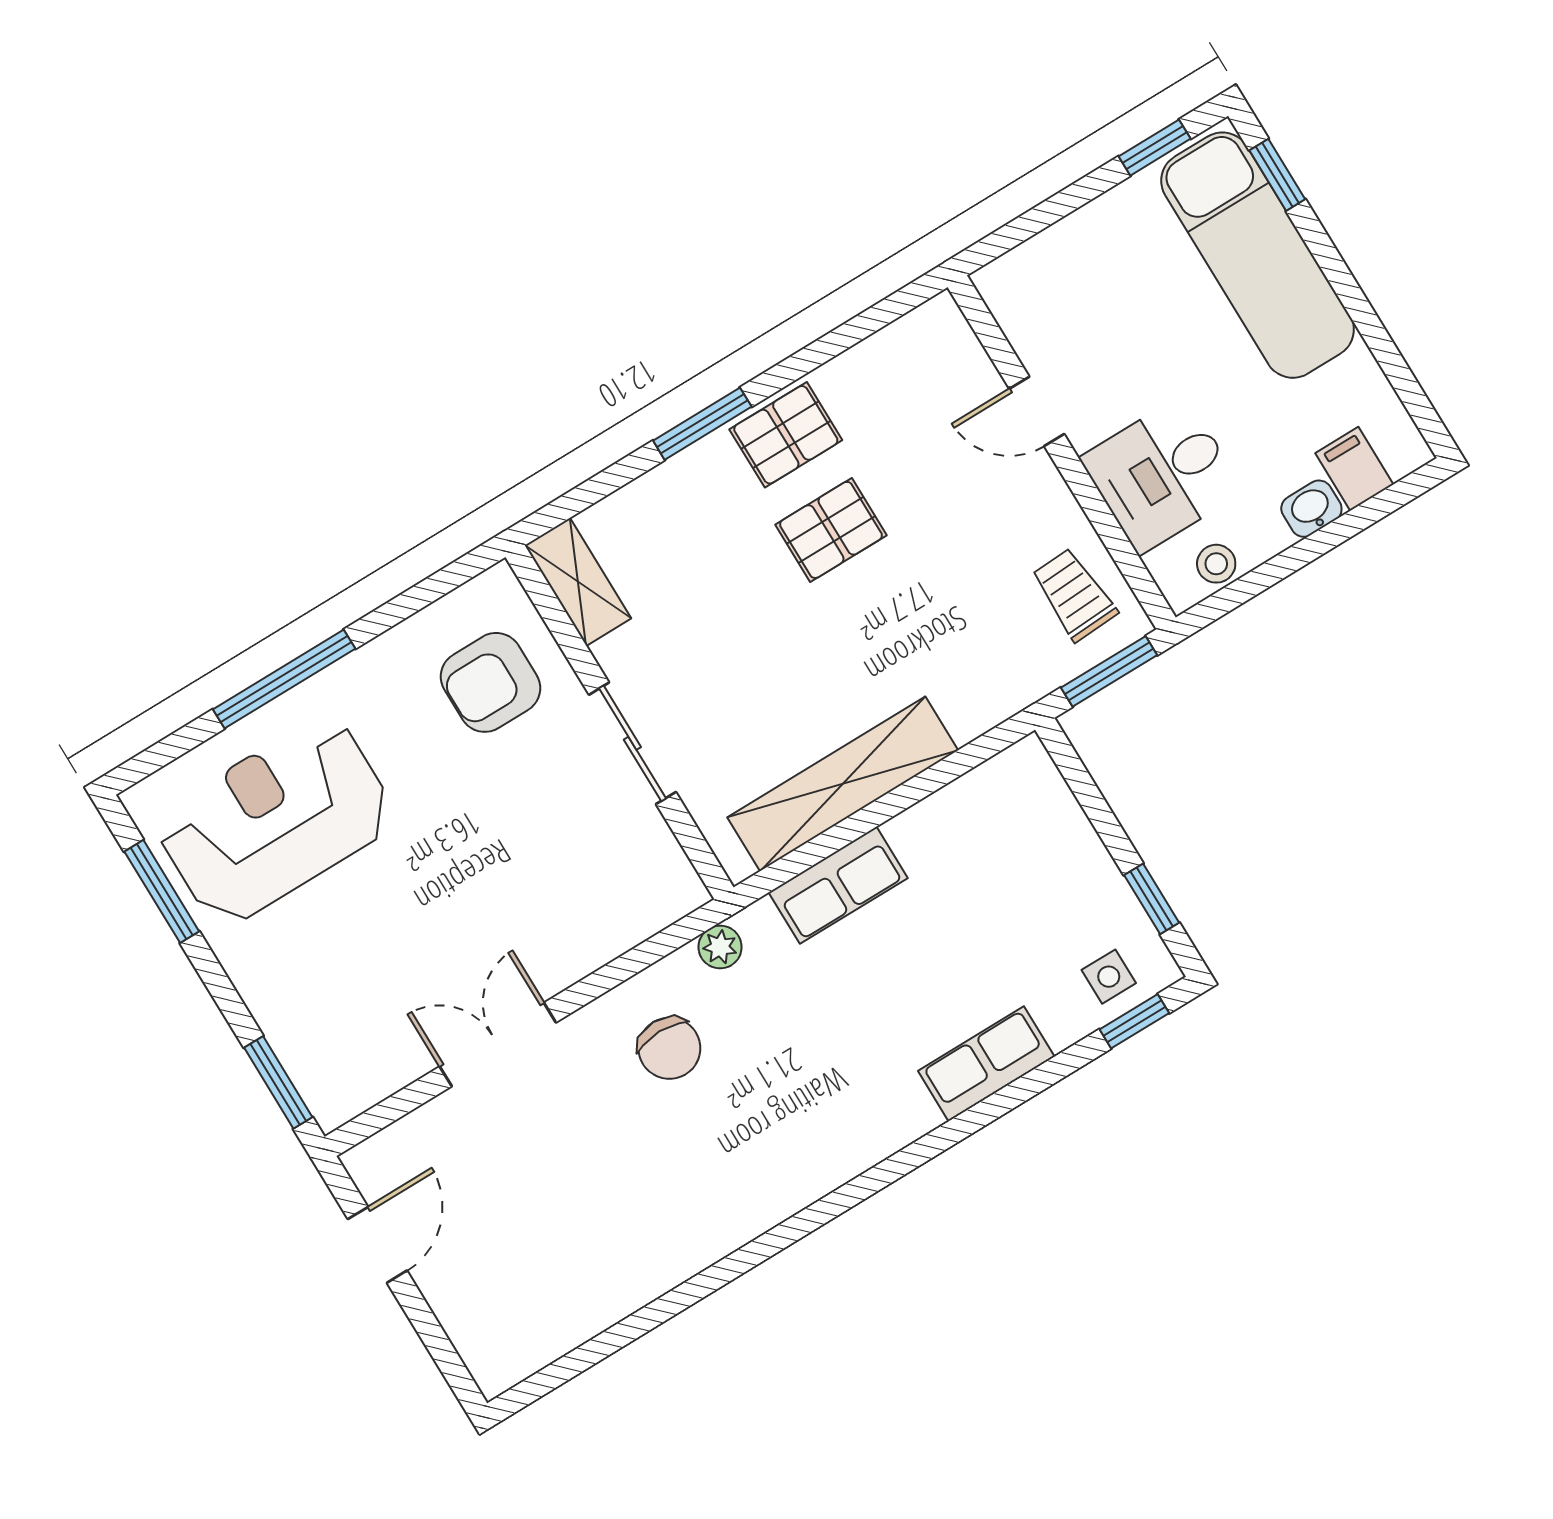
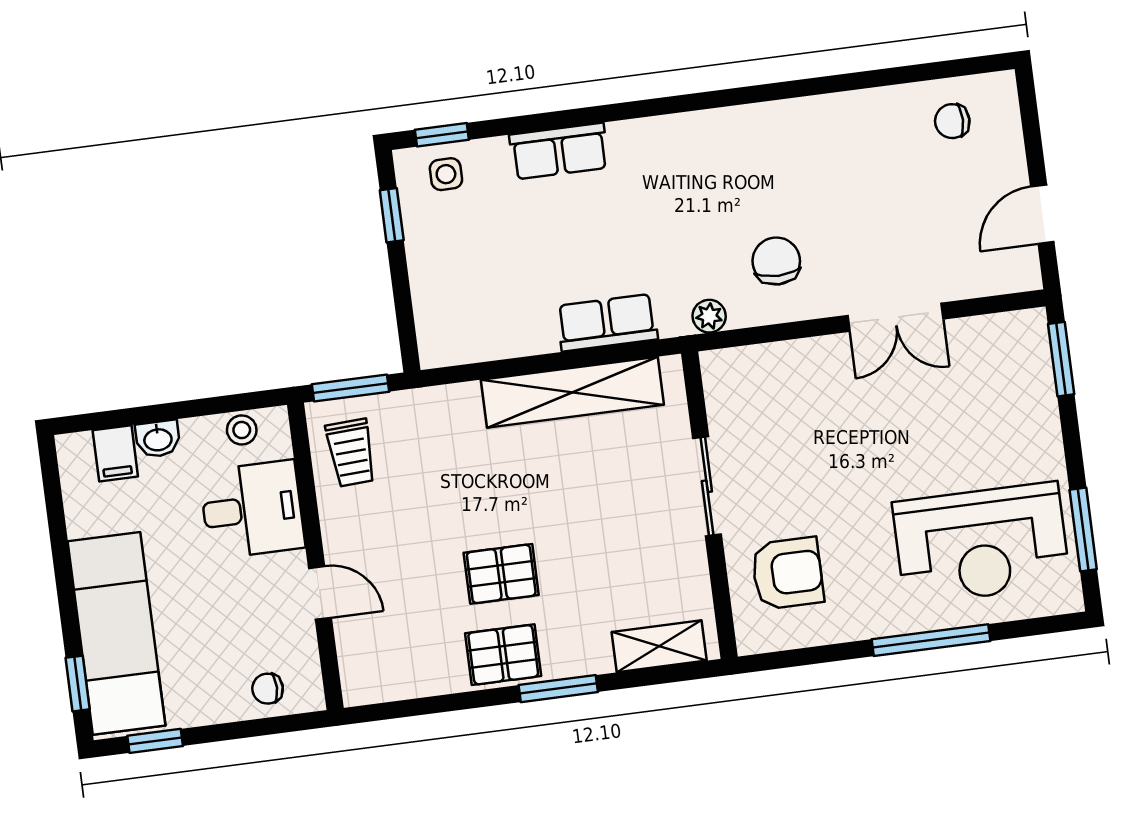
chair: (1048, 269) -> (268, 689), added
shelving: (578, 582) -> (659, 646), moved, turned 90
chair: (534, 1308) -> (952, 121), added

